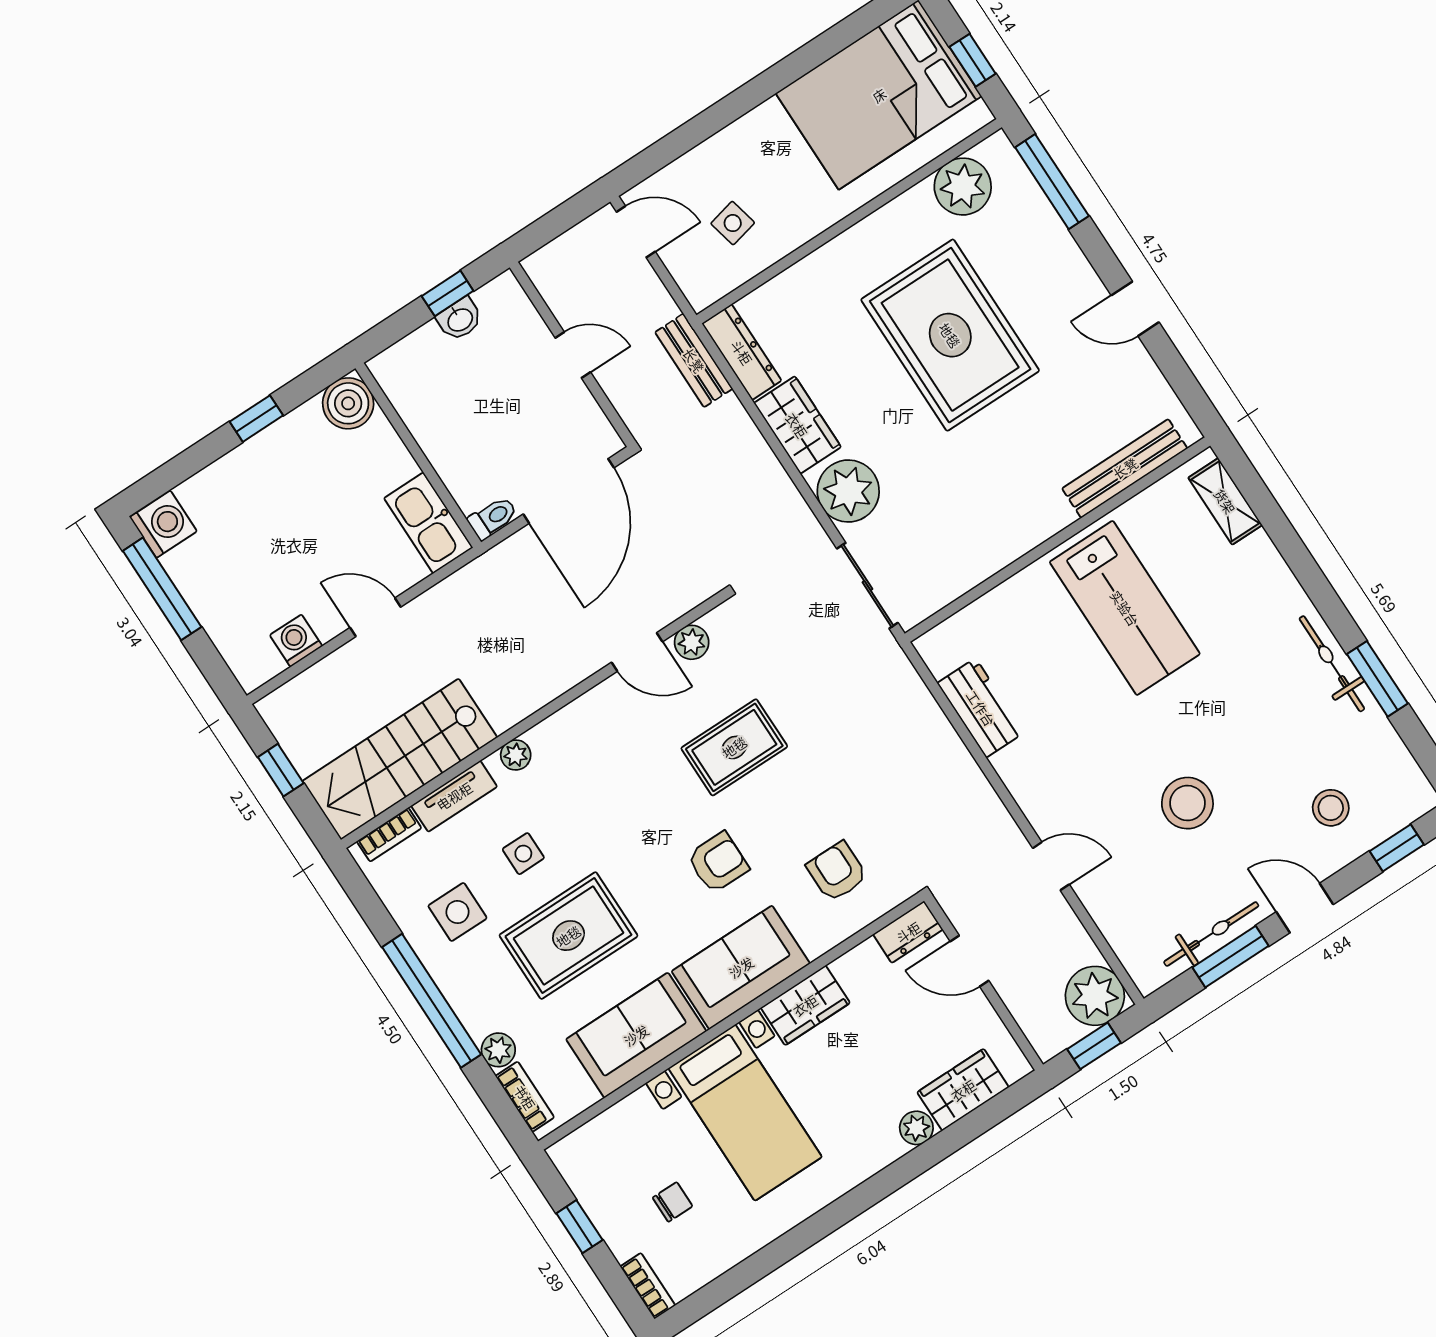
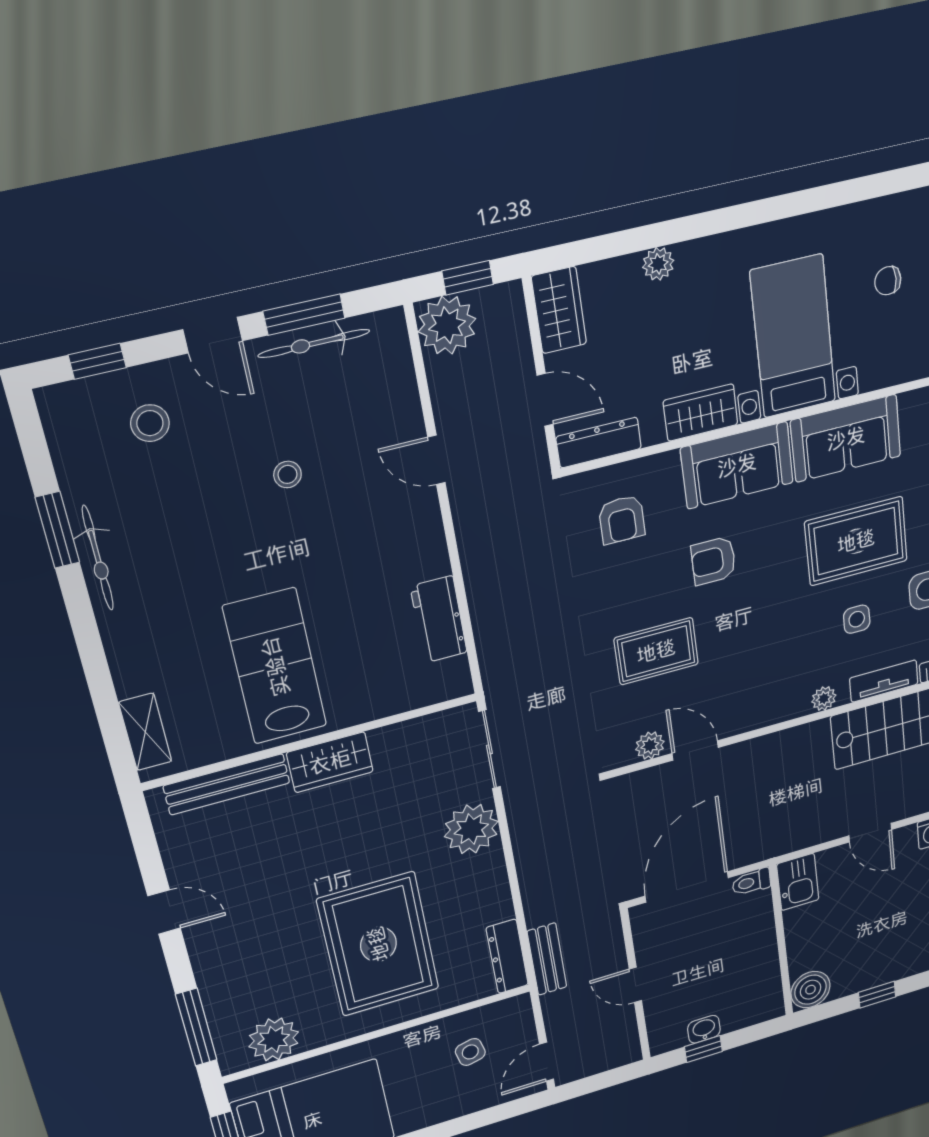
door: (636, 232) -> (547, 1062), hinge flipped
rug: (950, 335) -> (378, 944), moved
wardrobe: (797, 425) -> (330, 762), moved, turned -90
kitchen sink: (428, 523) -> (798, 882), width x0.73
stool: (1187, 803) -> (288, 474), width x0.53, depth x0.53
dresser: (908, 932) -> (599, 443), width x1.44
wardrobe: (963, 1090) -> (559, 310), moved, turned -90

